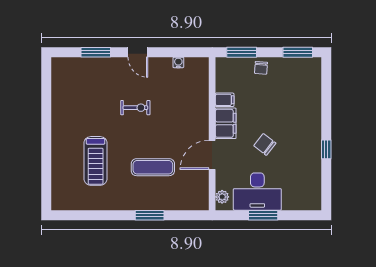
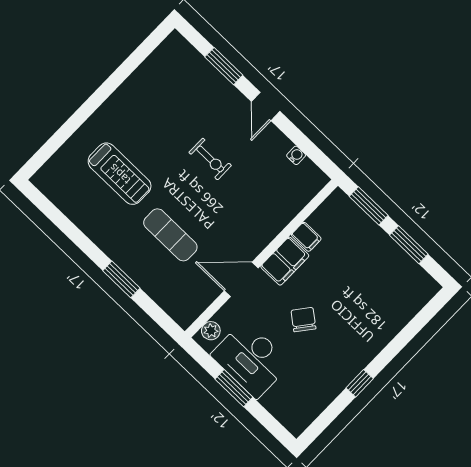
window: (298, 52) -> (409, 245), moved
chair: (261, 68) -> (373, 240), removed
treadmill: (96, 161) -> (120, 174), turned -90

